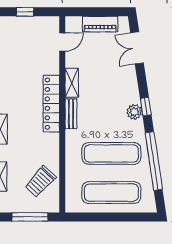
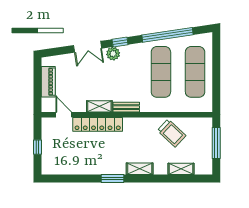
double door: (137, 48) -> (88, 47), moved
locker: (51, 104) -> (98, 124), moved
plant: (134, 112) -> (113, 54), moved
trolley: (40, 182) -> (172, 133), moved

